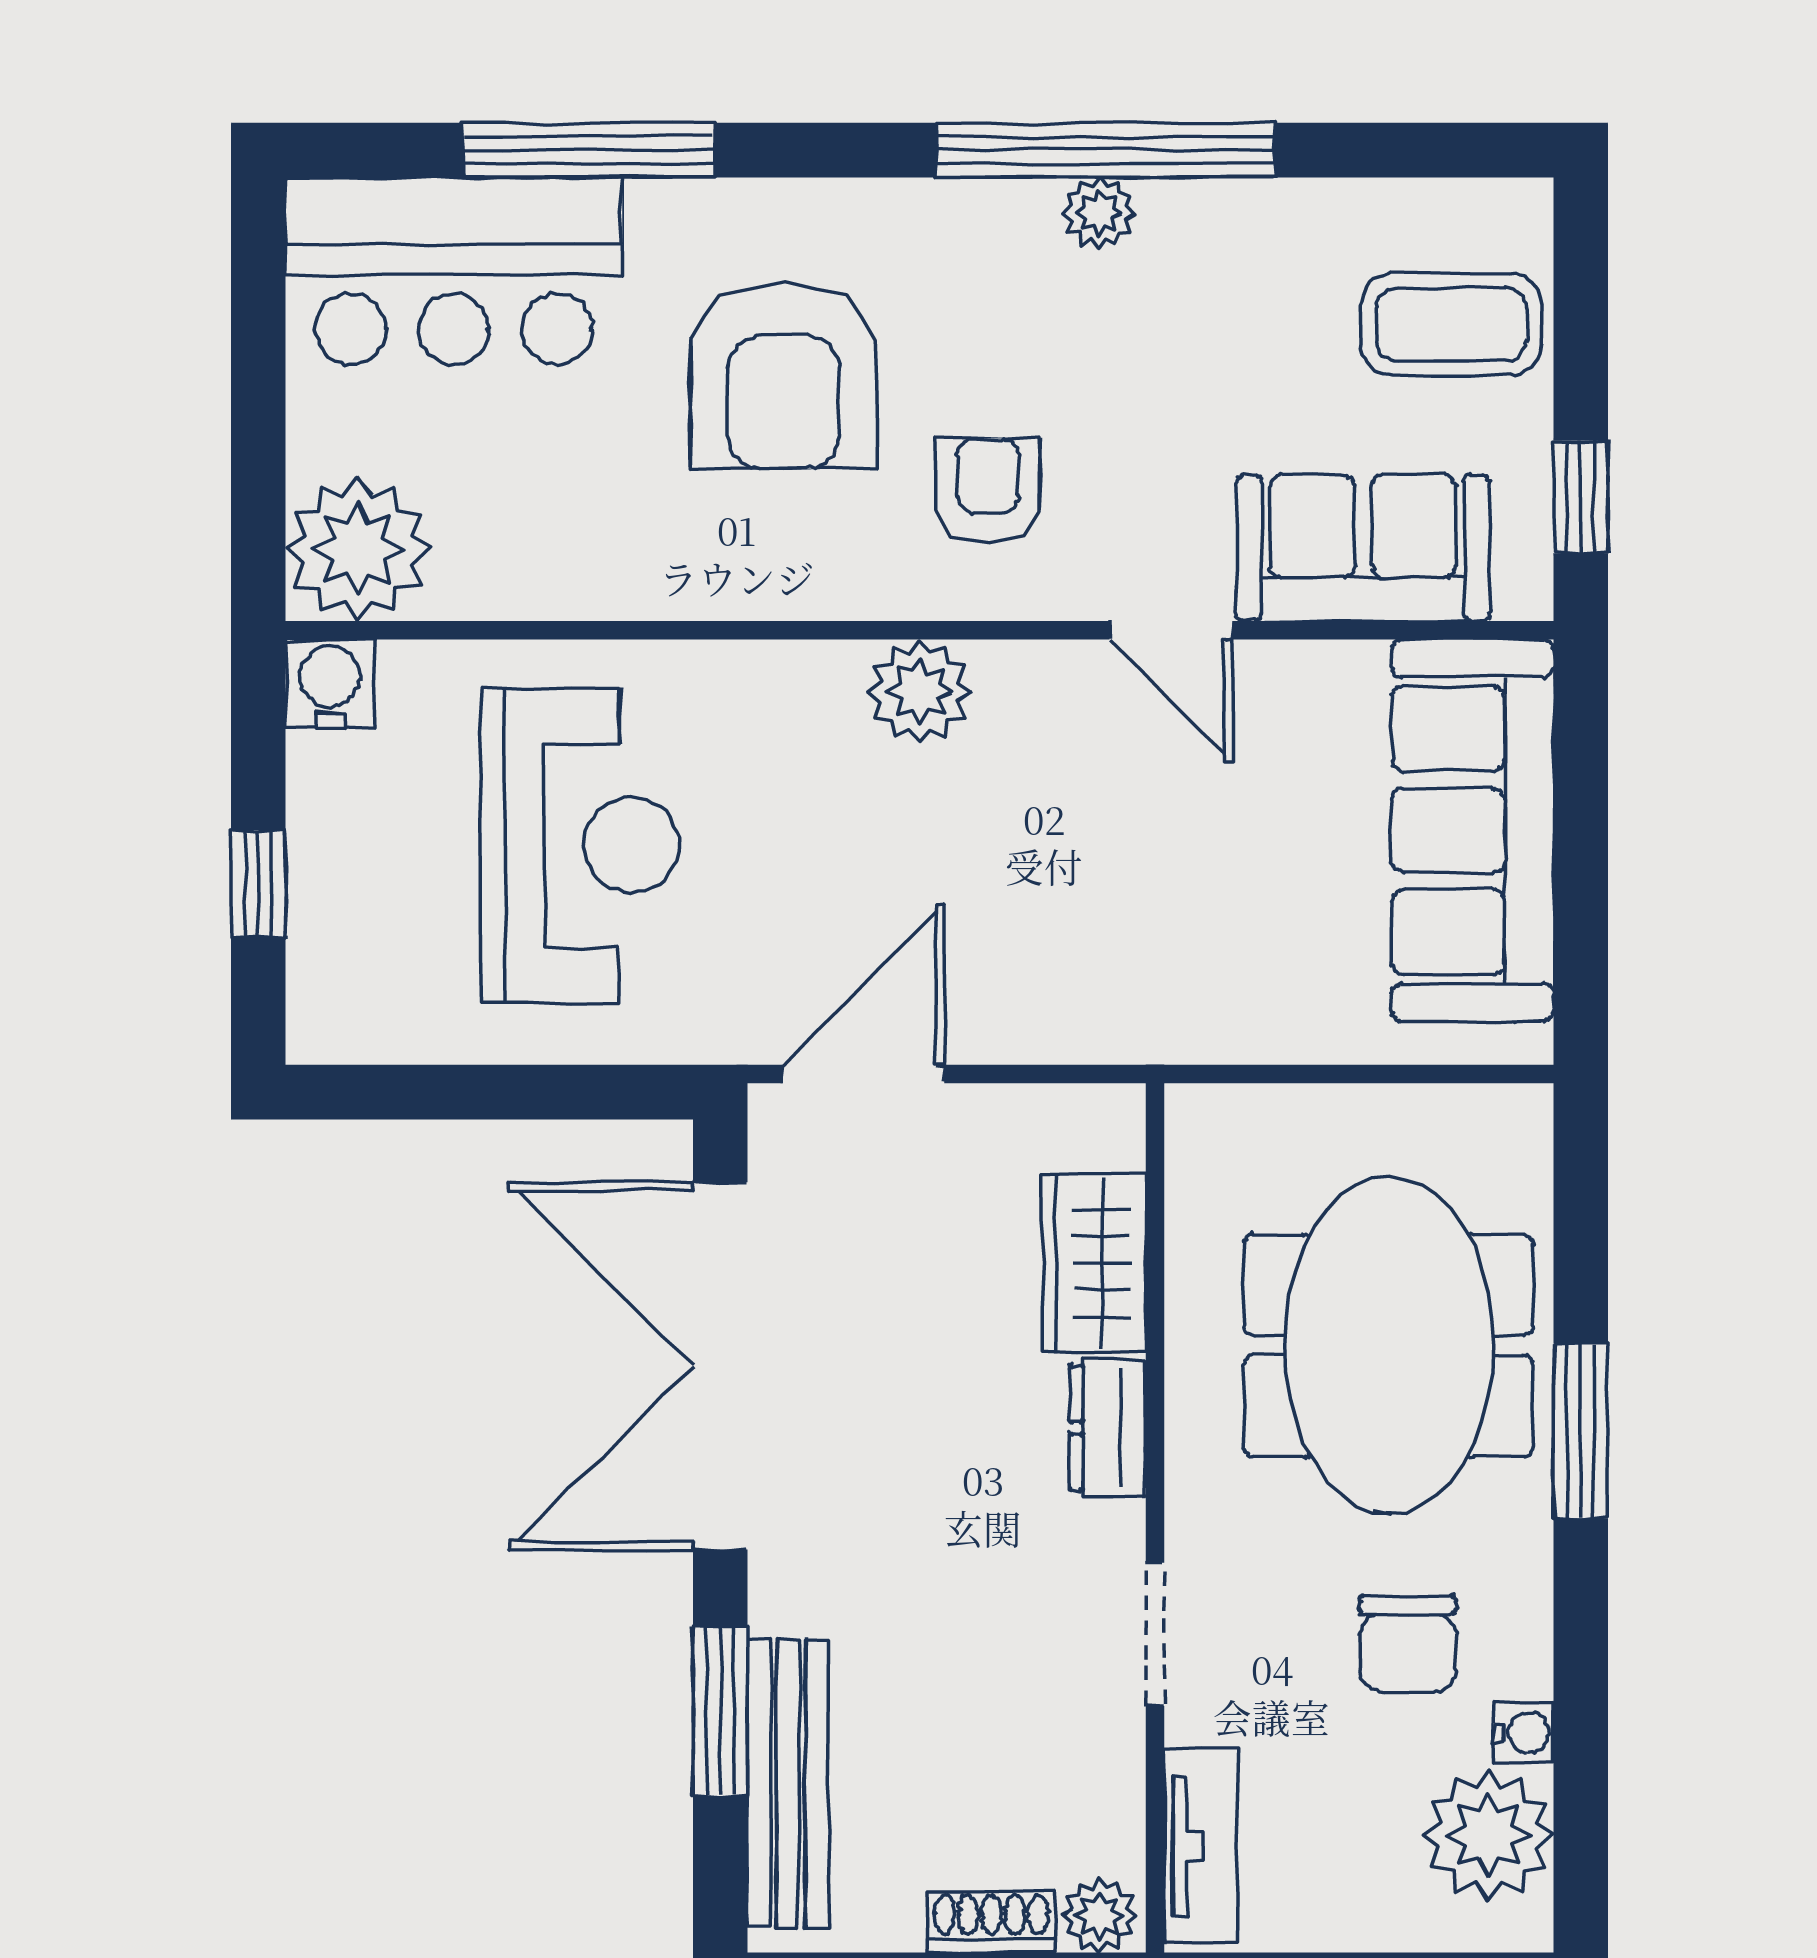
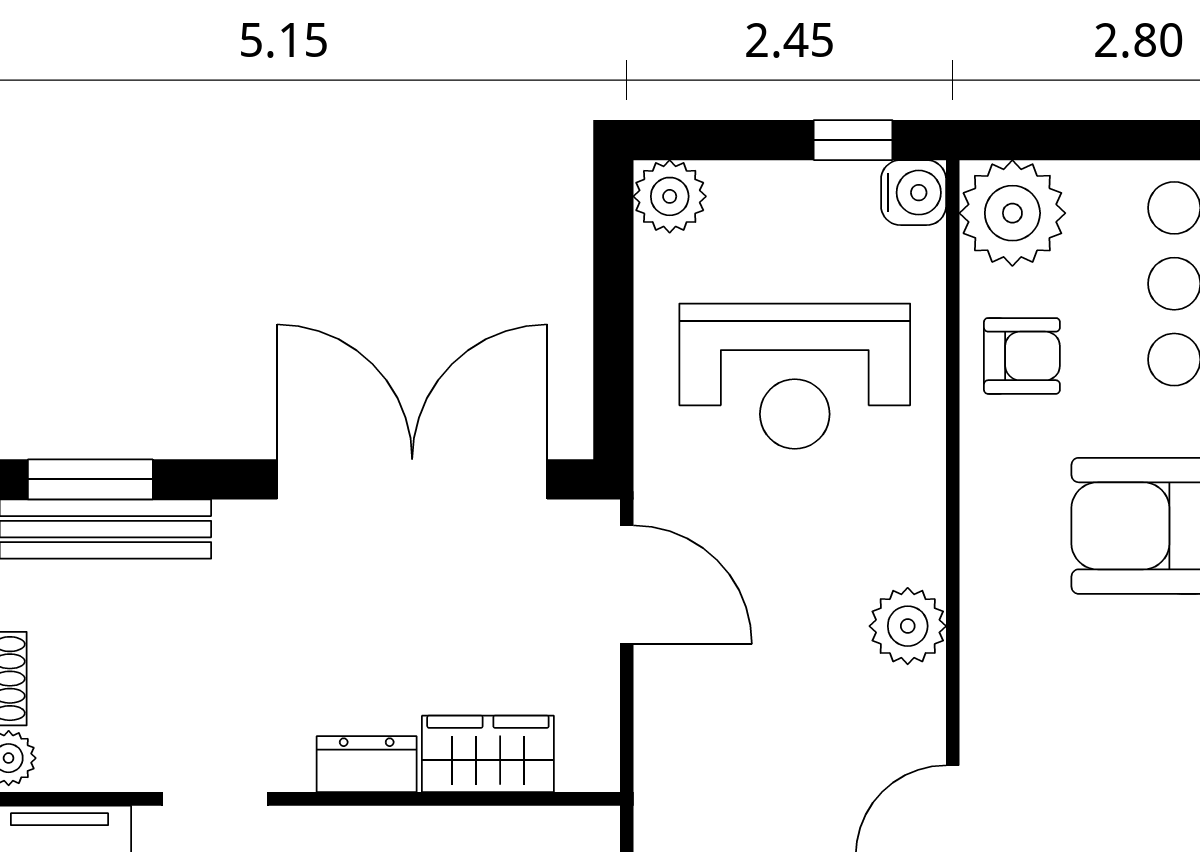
armchair: (988, 490) -> (1022, 356), moved
window: (258, 884) -> (853, 140), moved
plant: (335, 1015) -> (670, 196), added
window: (720, 1712) -> (90, 479), moved

